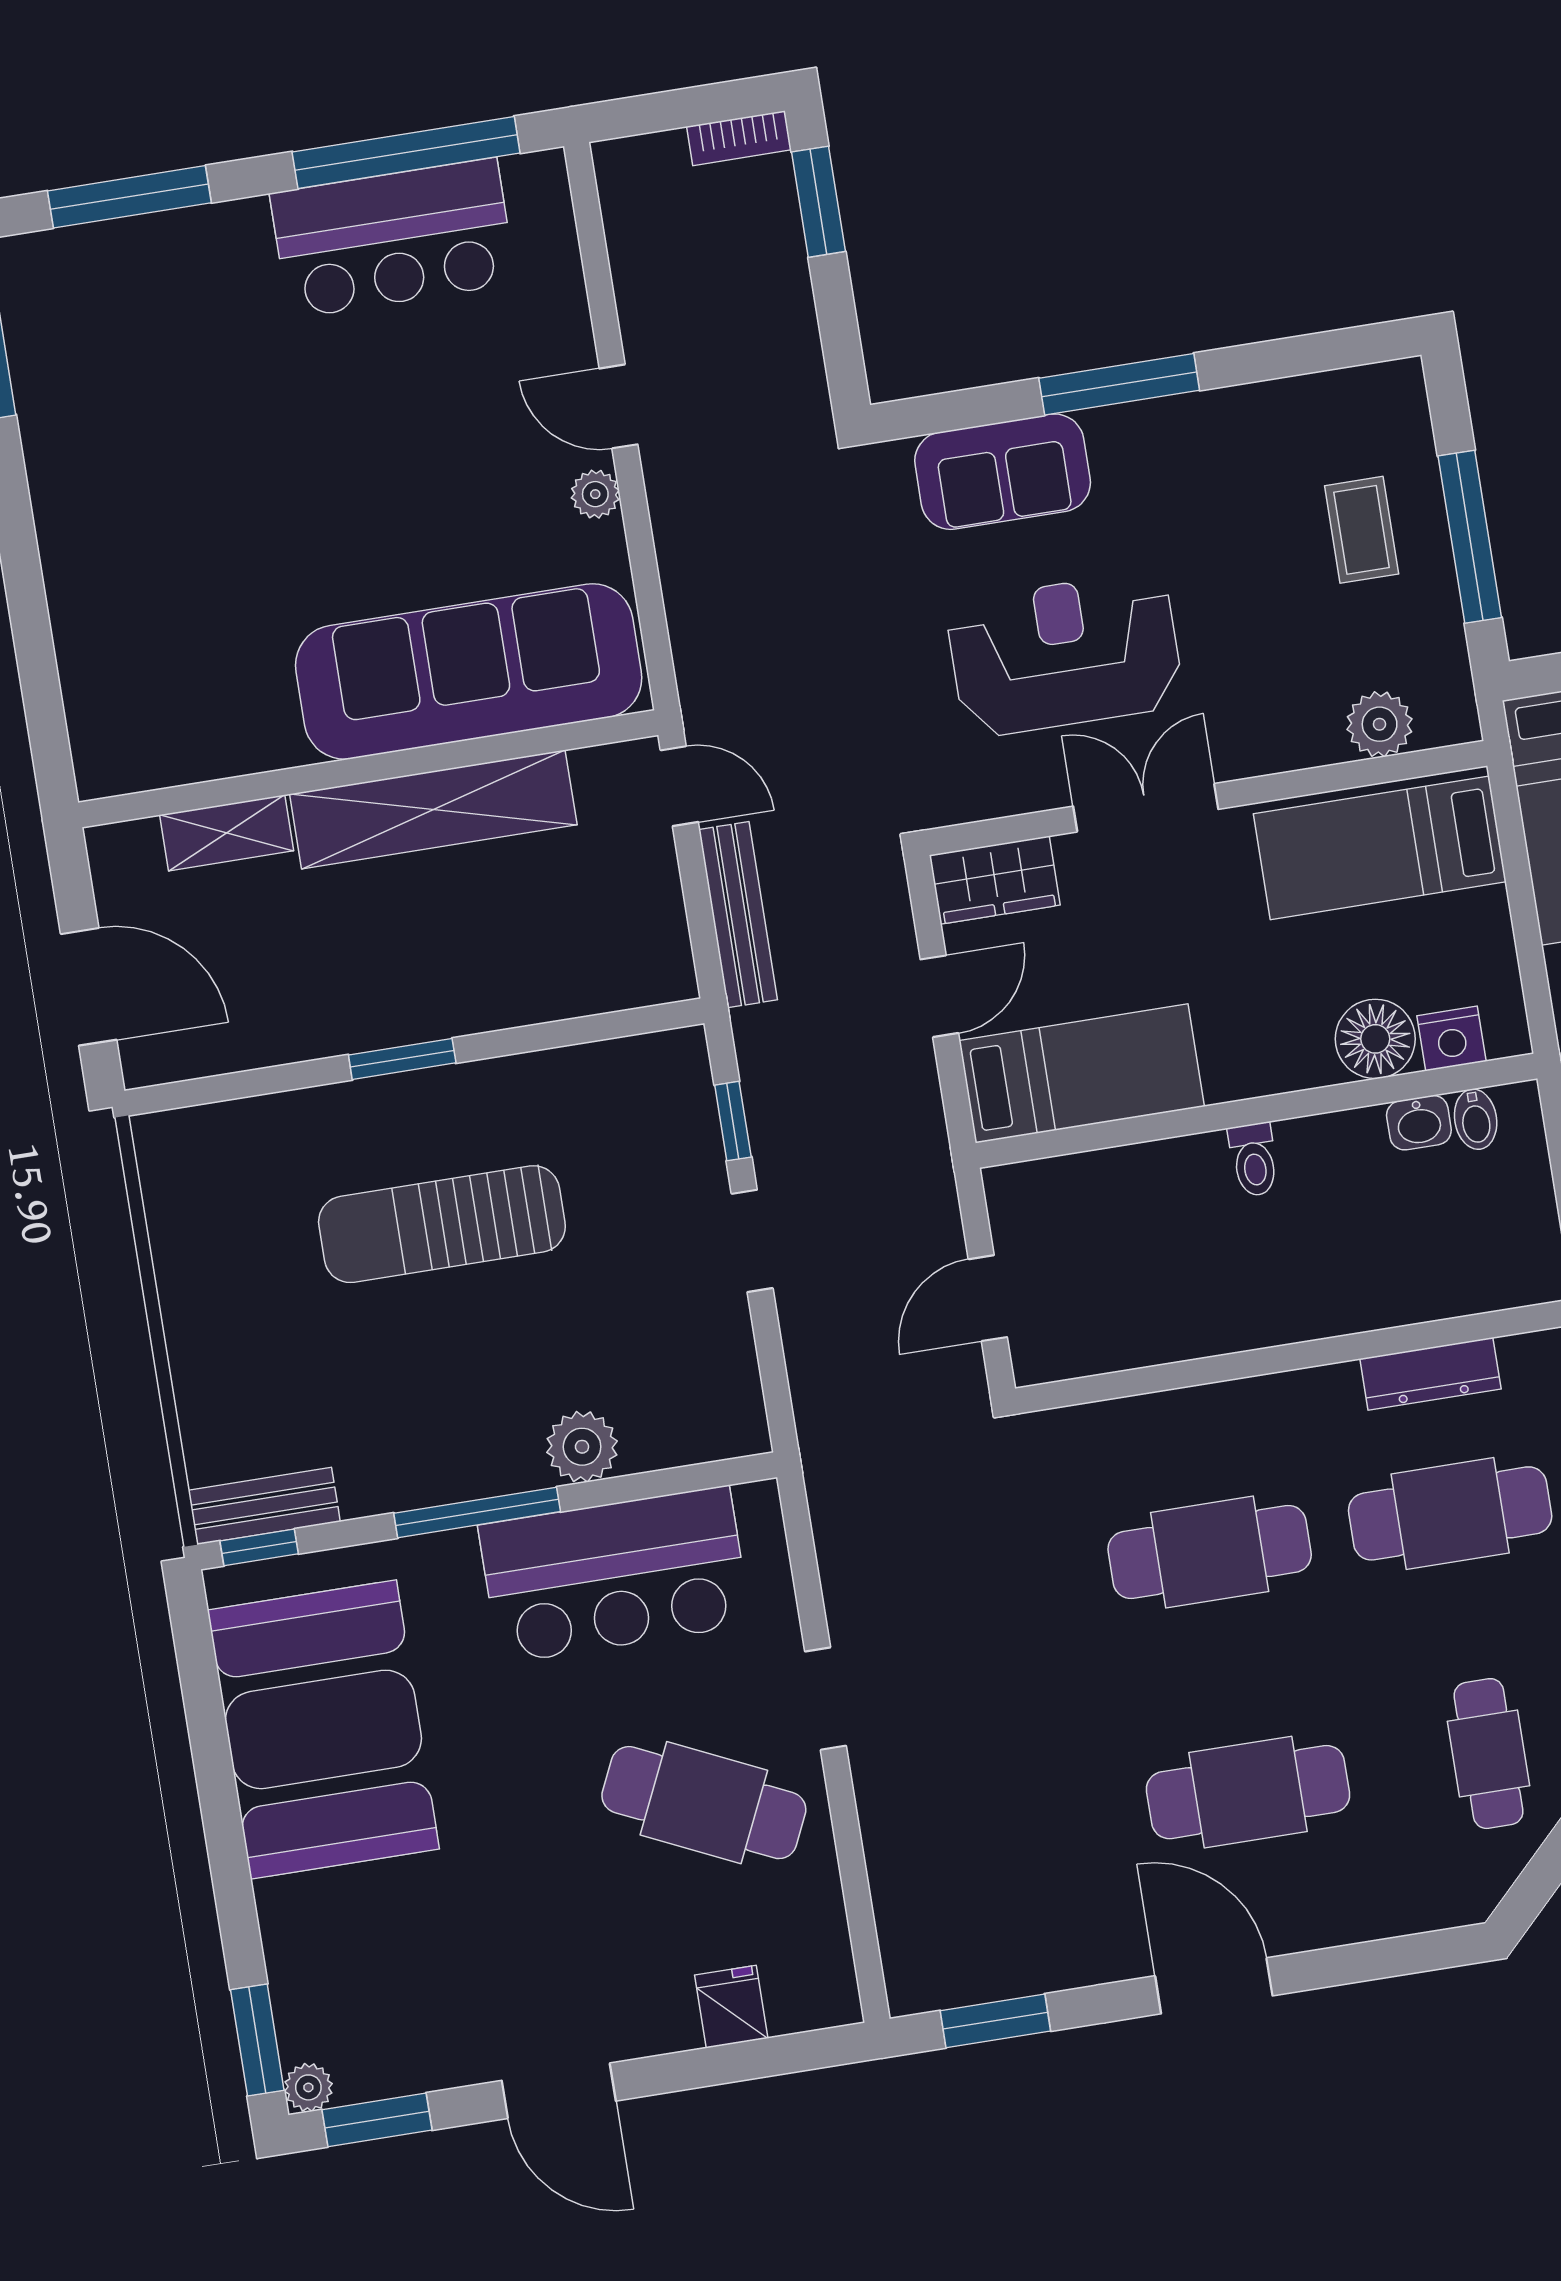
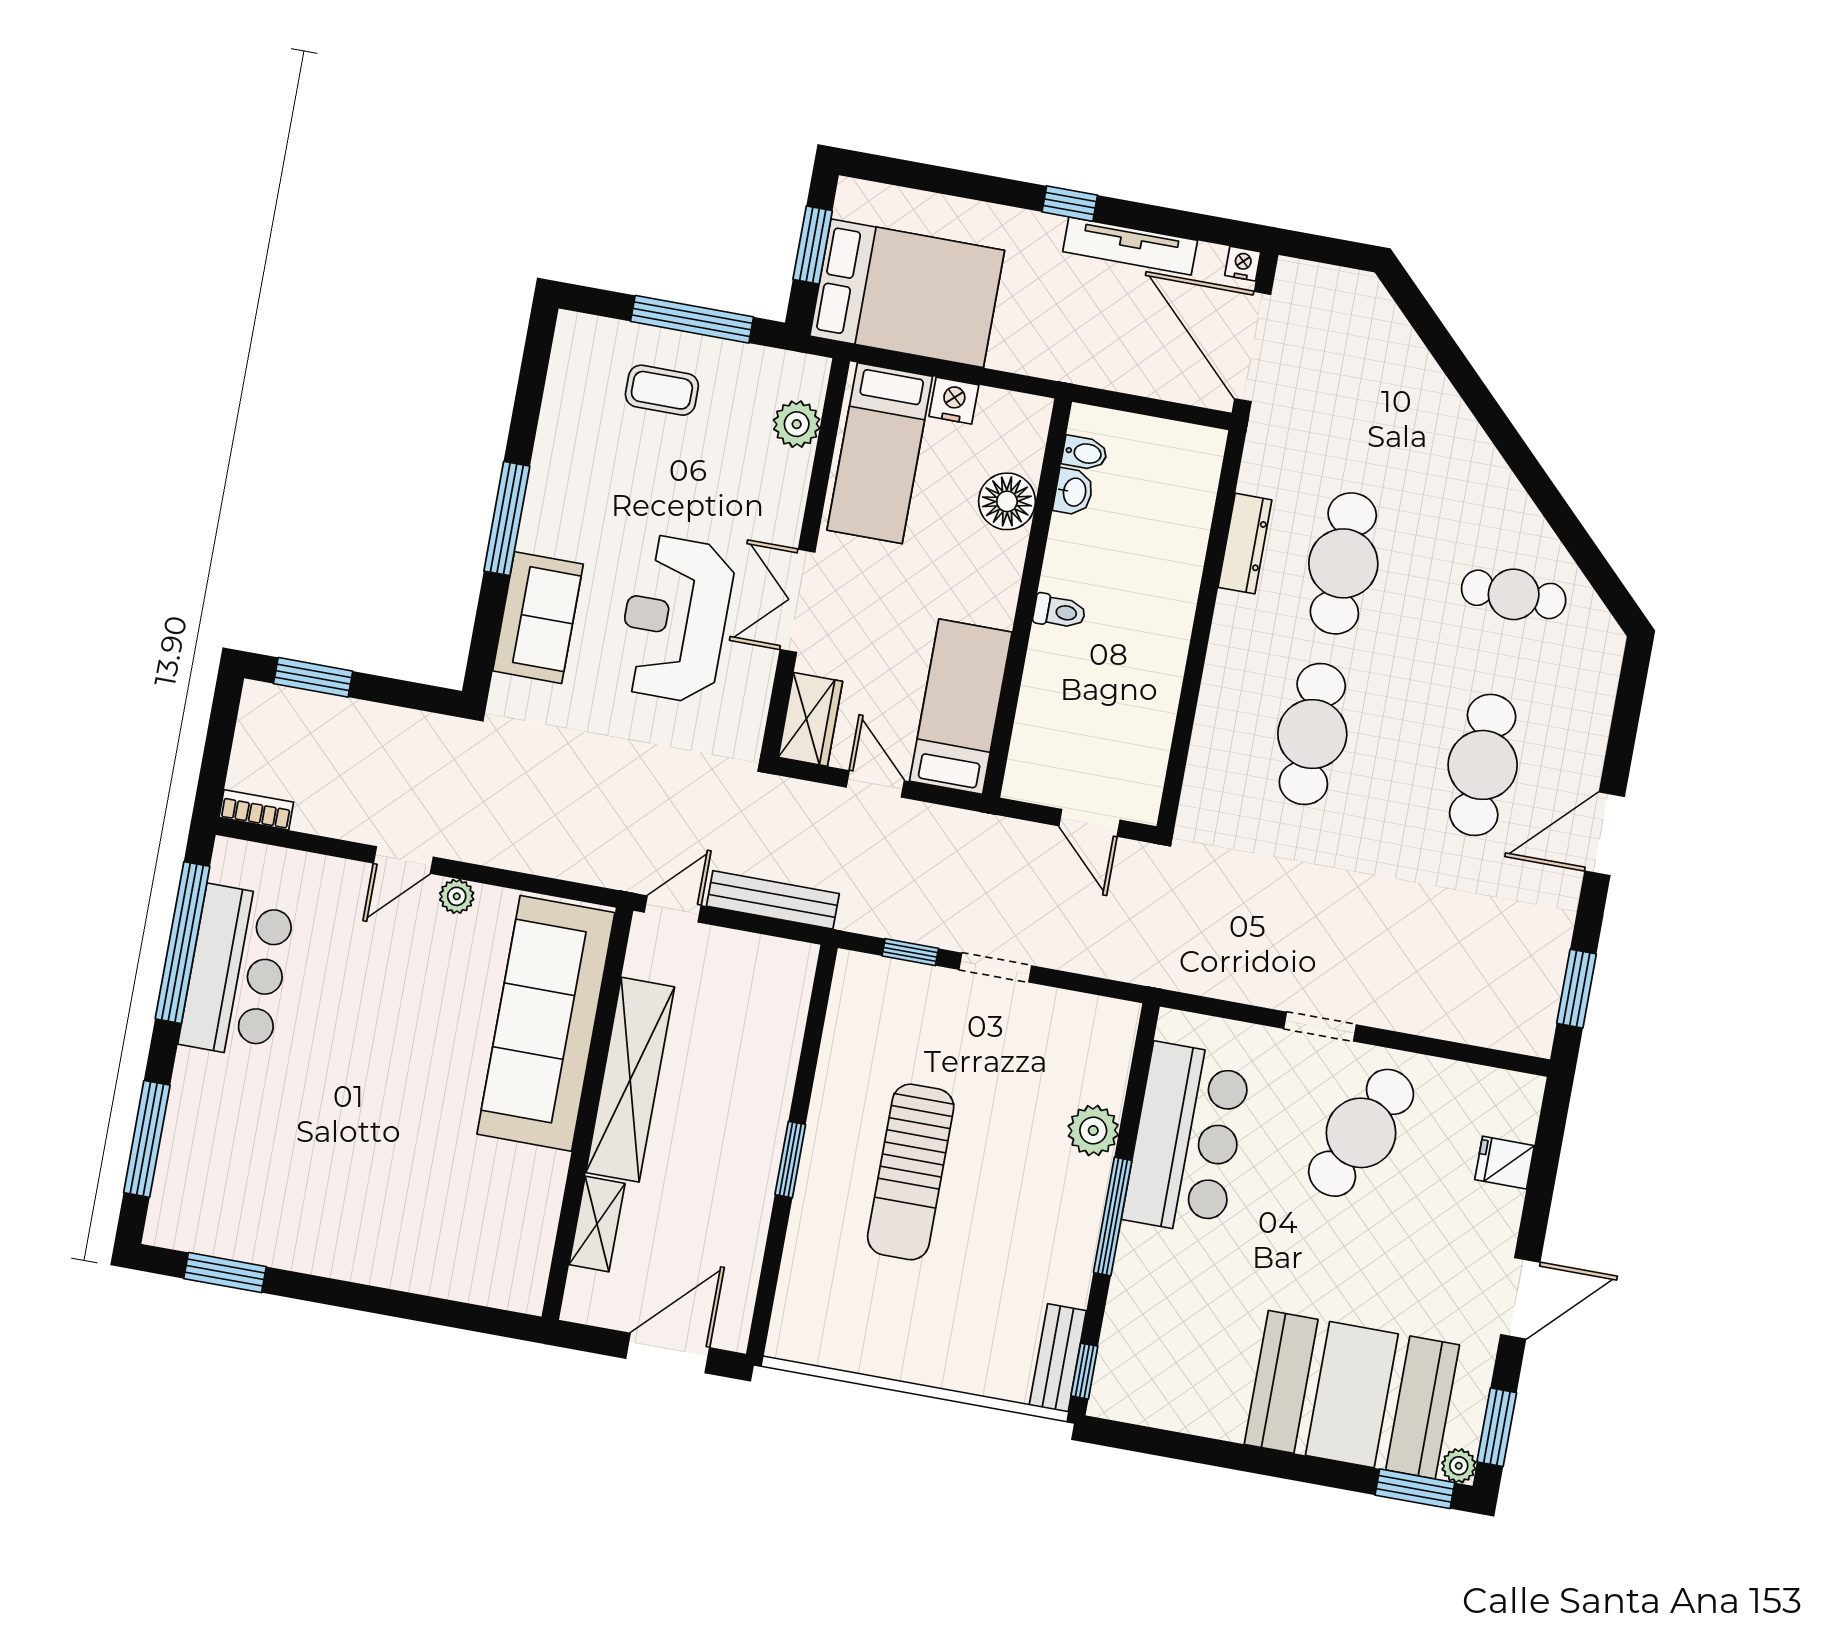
bookcase: (739, 138) -> (256, 810), moved, turned -90
nightstand: (1452, 1039) -> (954, 401), moved, turned -90
booth: (323, 1729) -> (1352, 1395), moved

